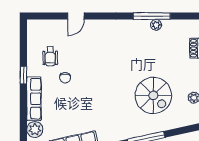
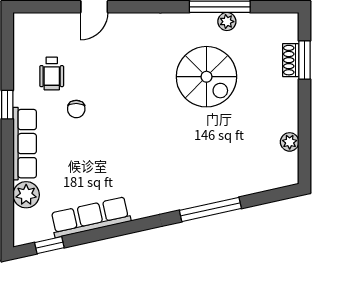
spiral stairs: (153, 95) -> (206, 77), moved

